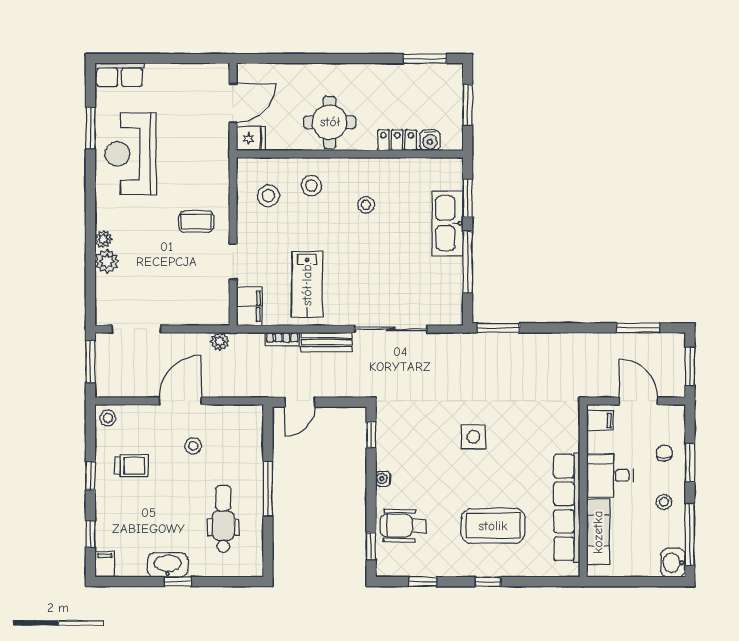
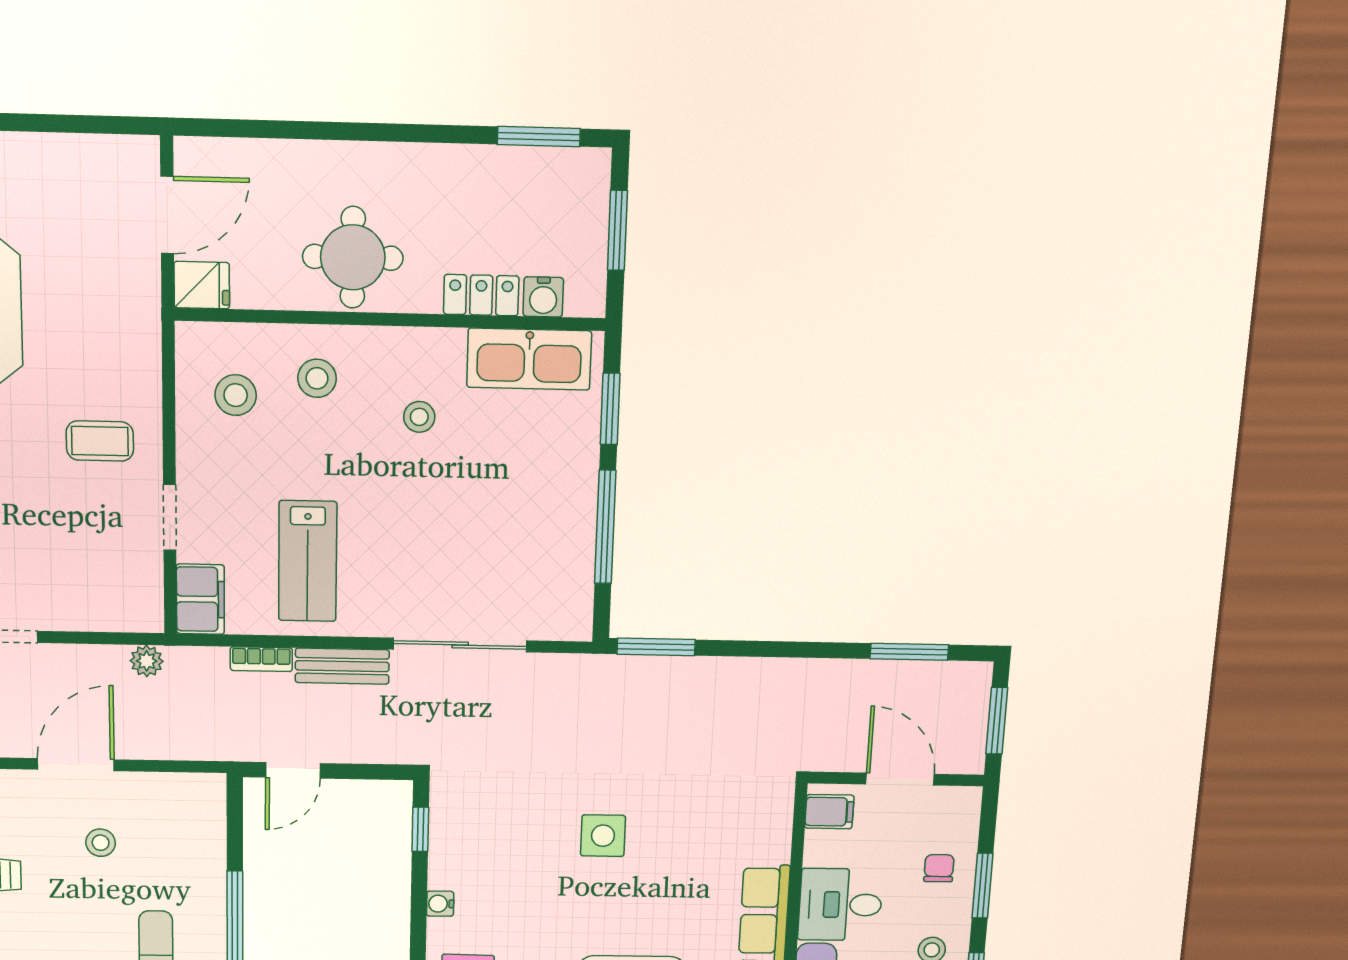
kitchen sink: (447, 223) -> (529, 359), moved, turned -90

